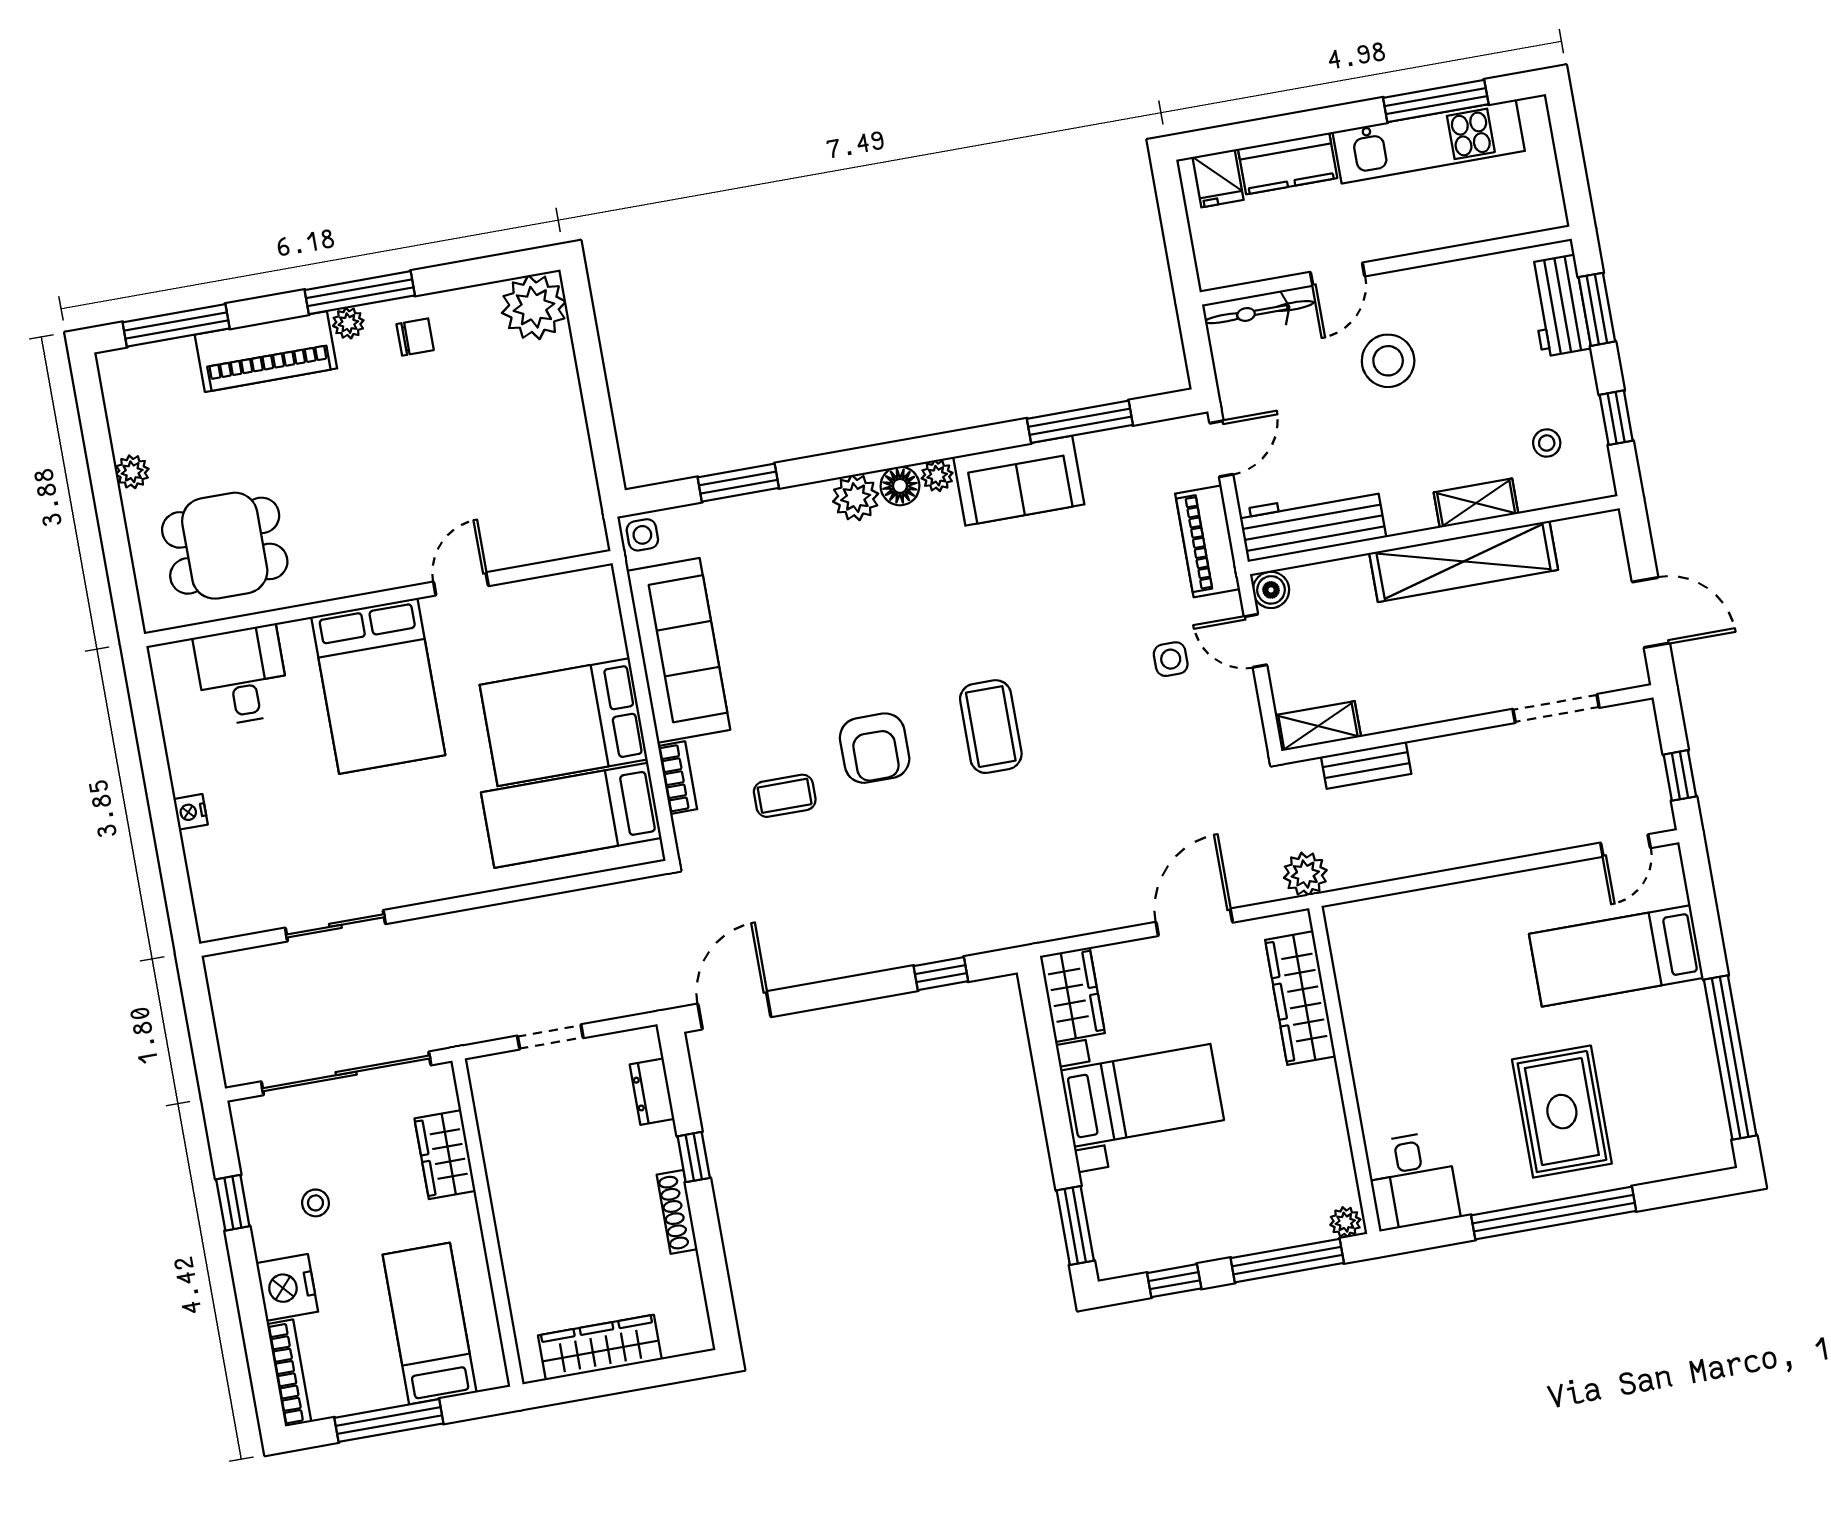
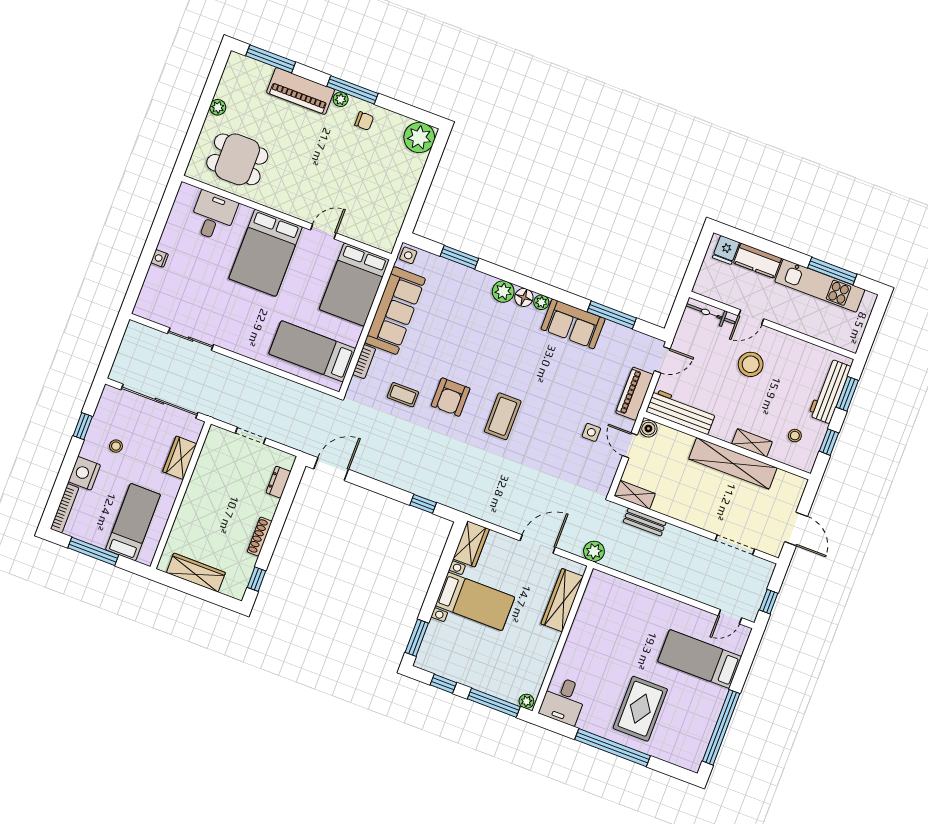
workbench: (1559, 306) -> (830, 391), width x1.38
bed: (564, 722) -> (354, 285), moved, turned -90
window: (694, 1157) -> (256, 579), moved

